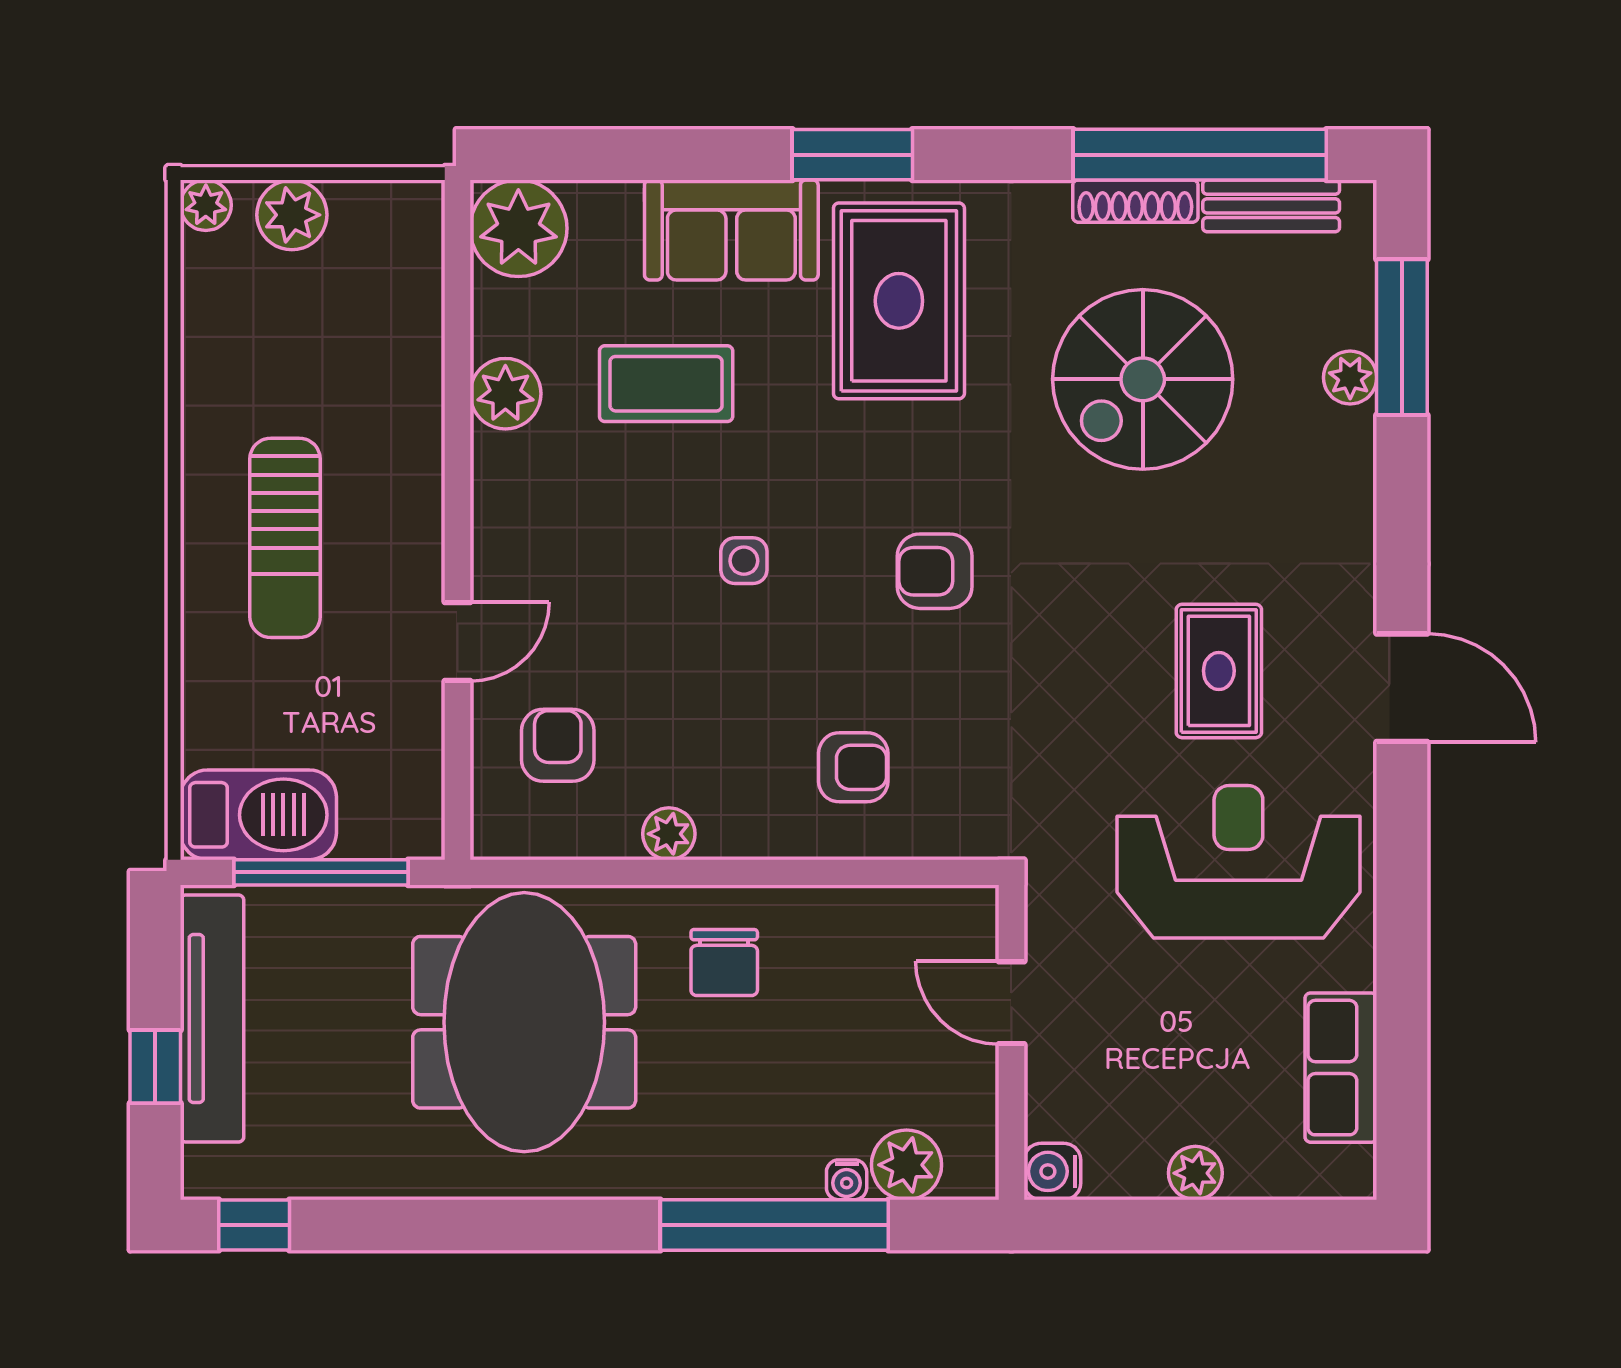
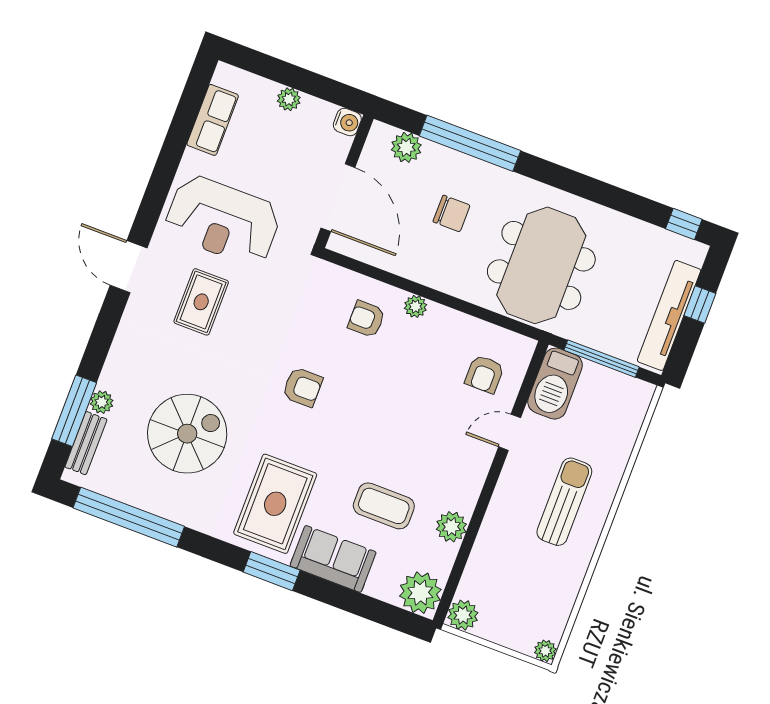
shoe rack: (1135, 201) -> (162, 508), removed
bench: (1271, 206) -> (86, 443), moved, turned 90
plant: (292, 215) -> (463, 615), moved
side table: (744, 561) -> (379, 421), removed
barbecue: (258, 815) -> (555, 384), moved, turned -90
plant: (669, 834) -> (416, 306), moved
chair: (724, 962) -> (451, 214), moved, turned 90
door: (1011, 1003) -> (338, 198), width x1.88
water cooler: (847, 1180) -> (433, 151), removed

